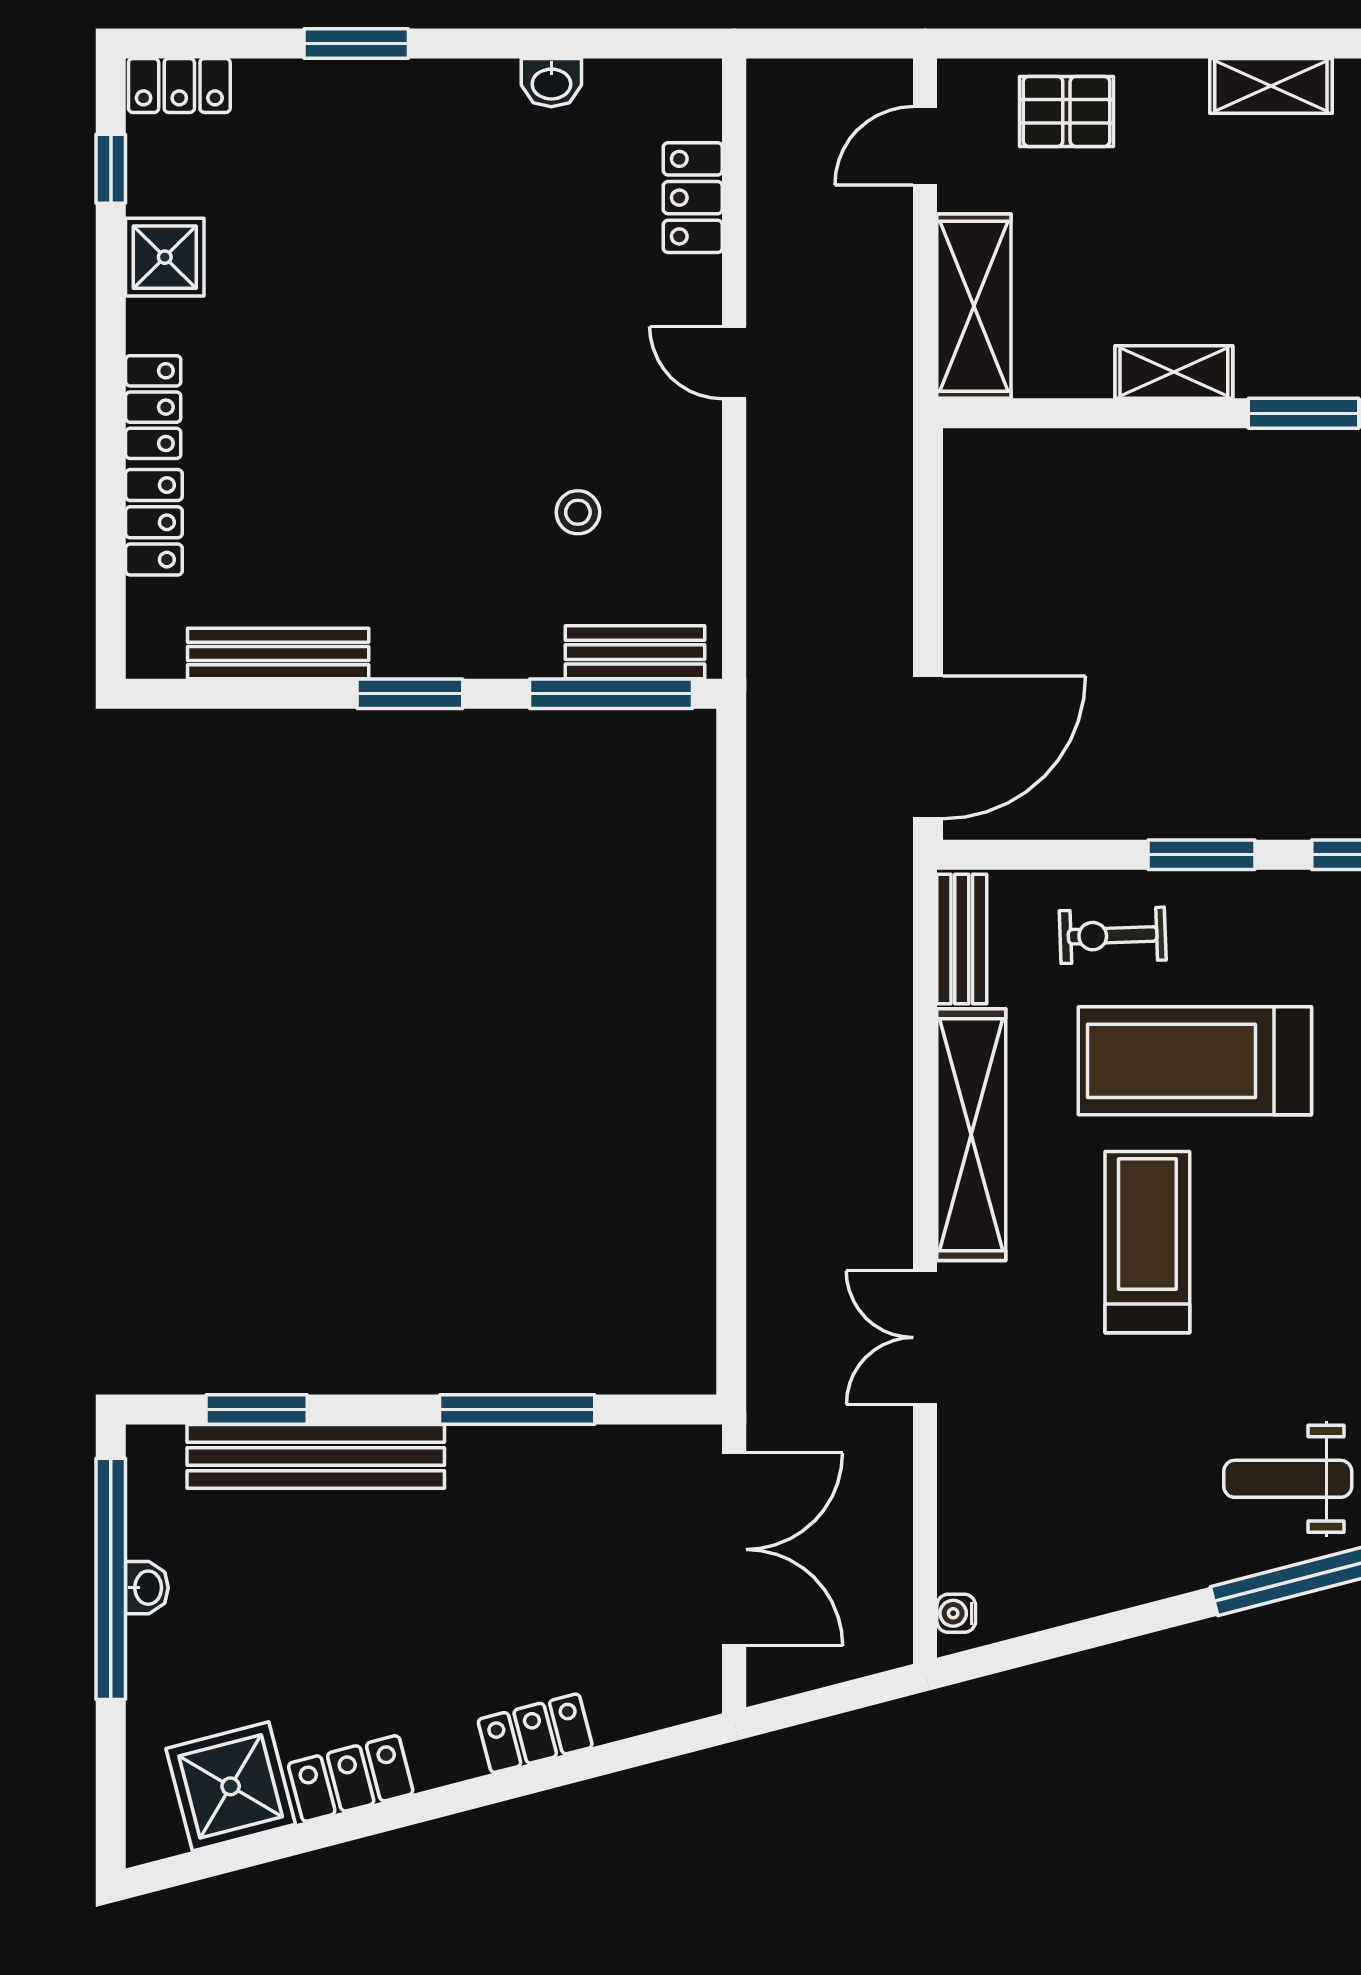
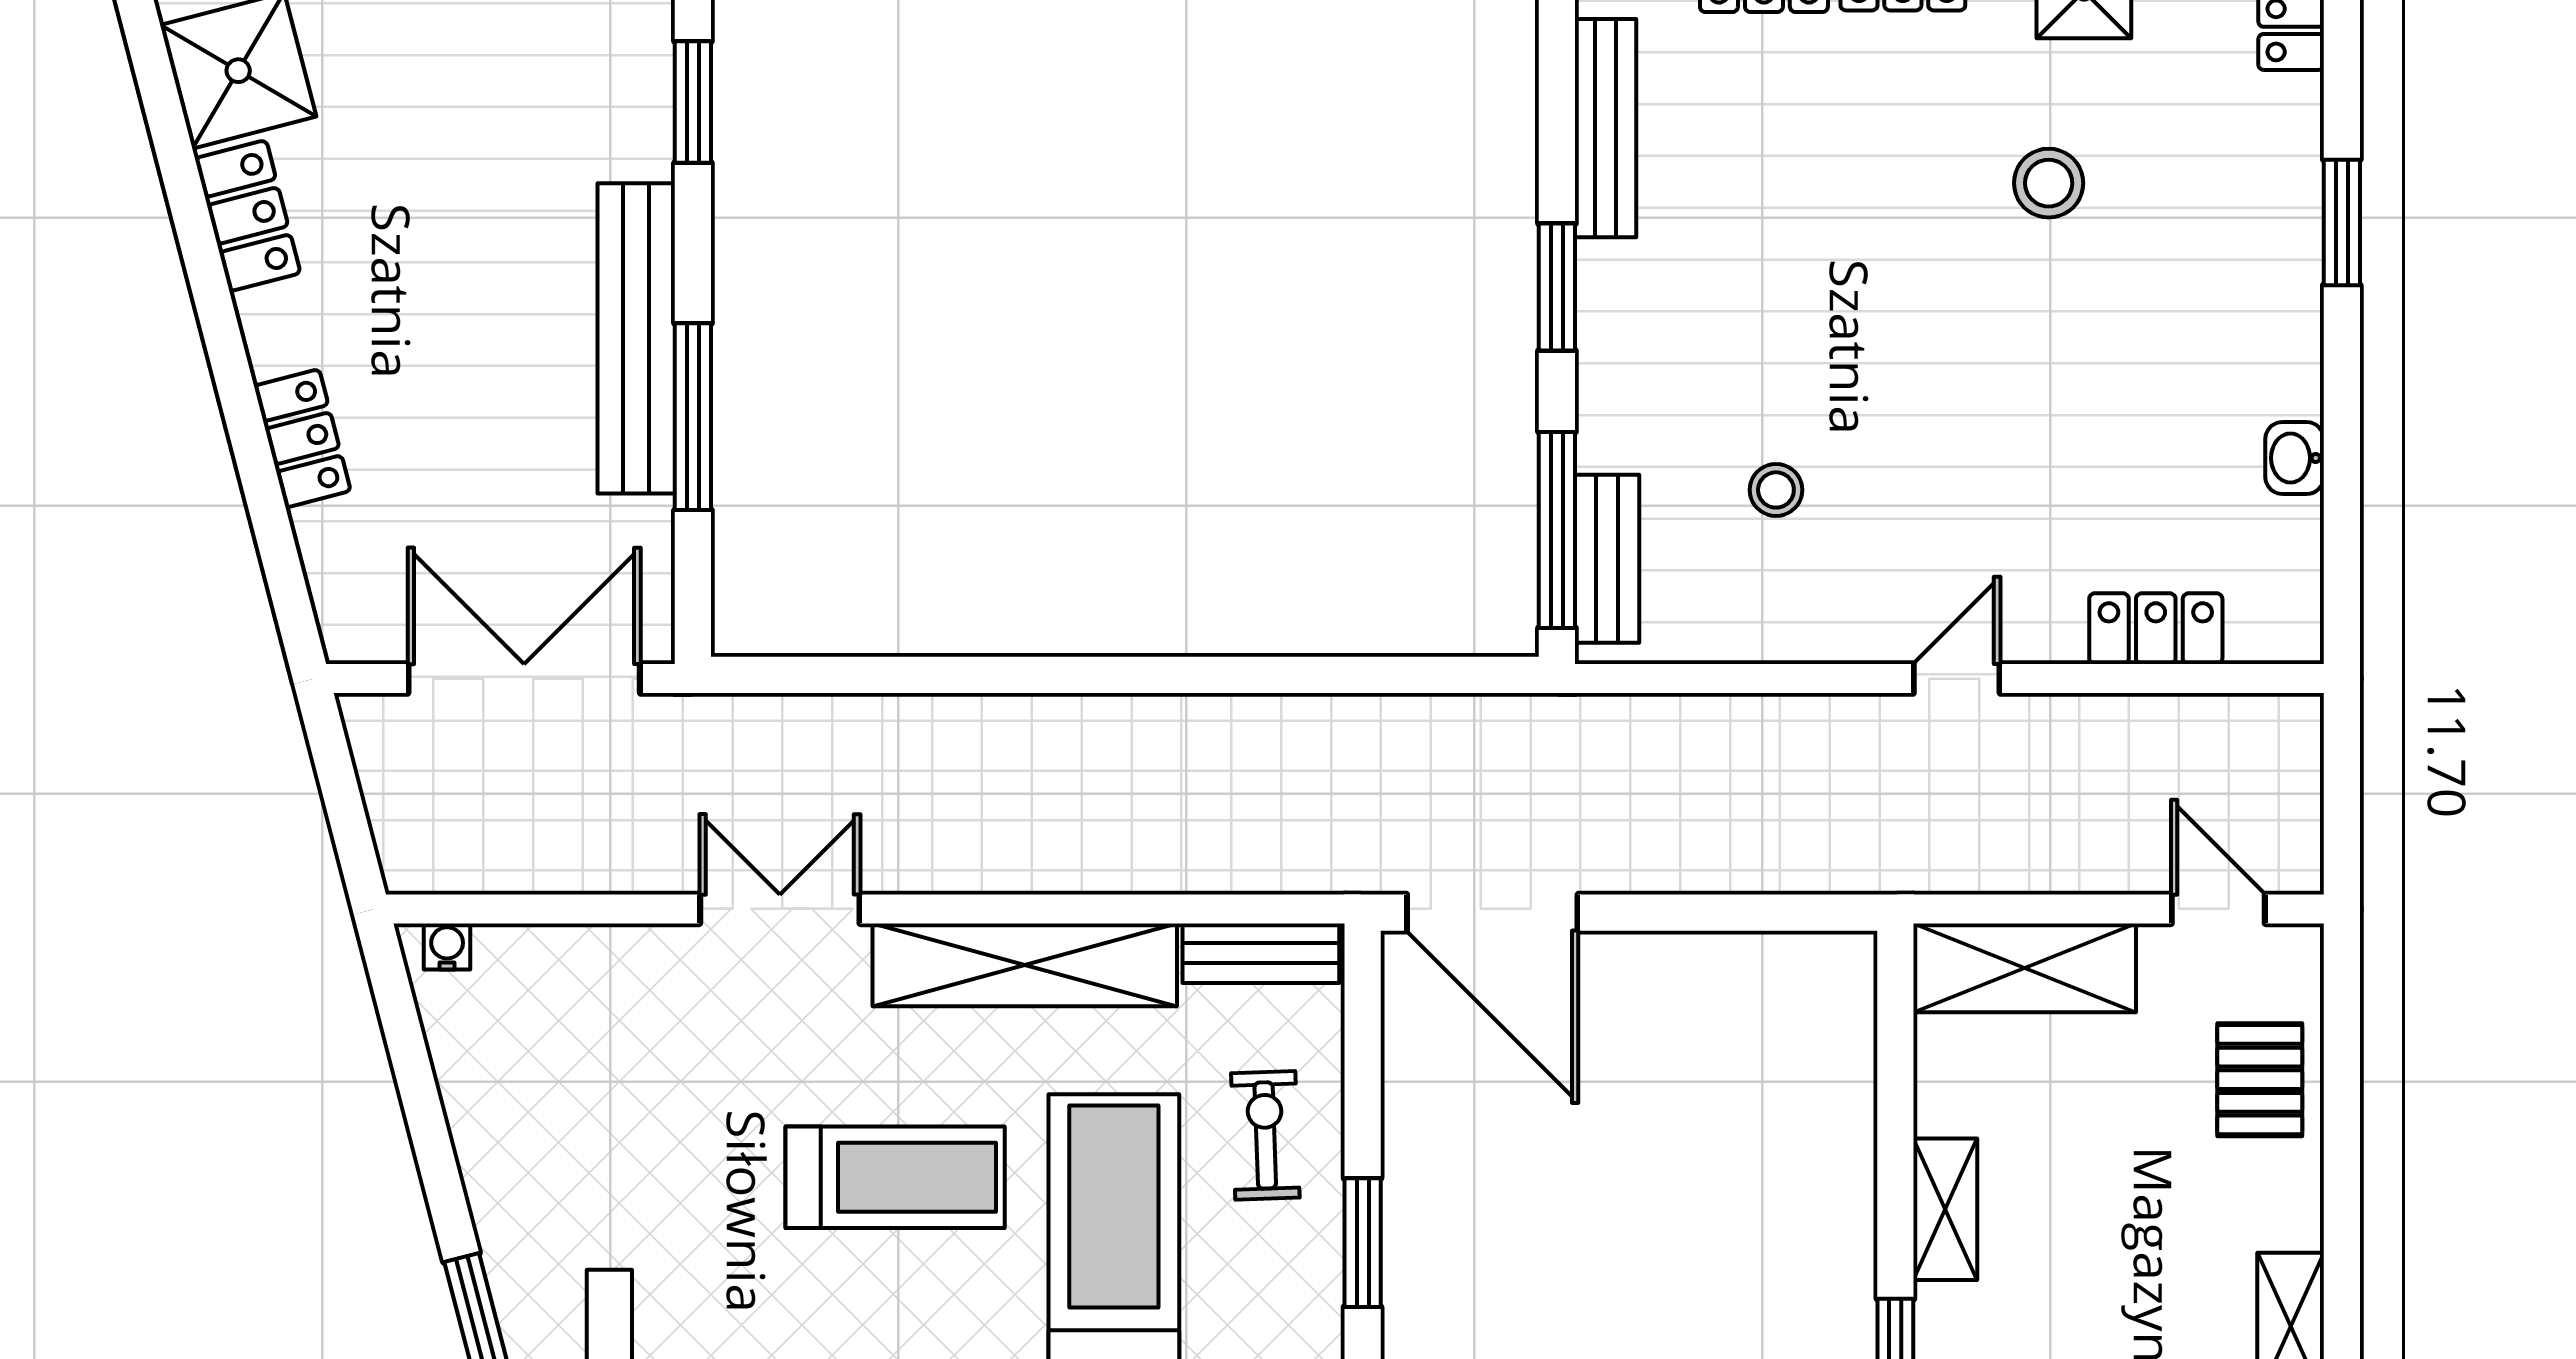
stool: (324, 286) -> (2049, 183), added
bench: (316, 1456) -> (636, 338), moved
double door: (734, 1549) -> (524, 679), swing flipped

